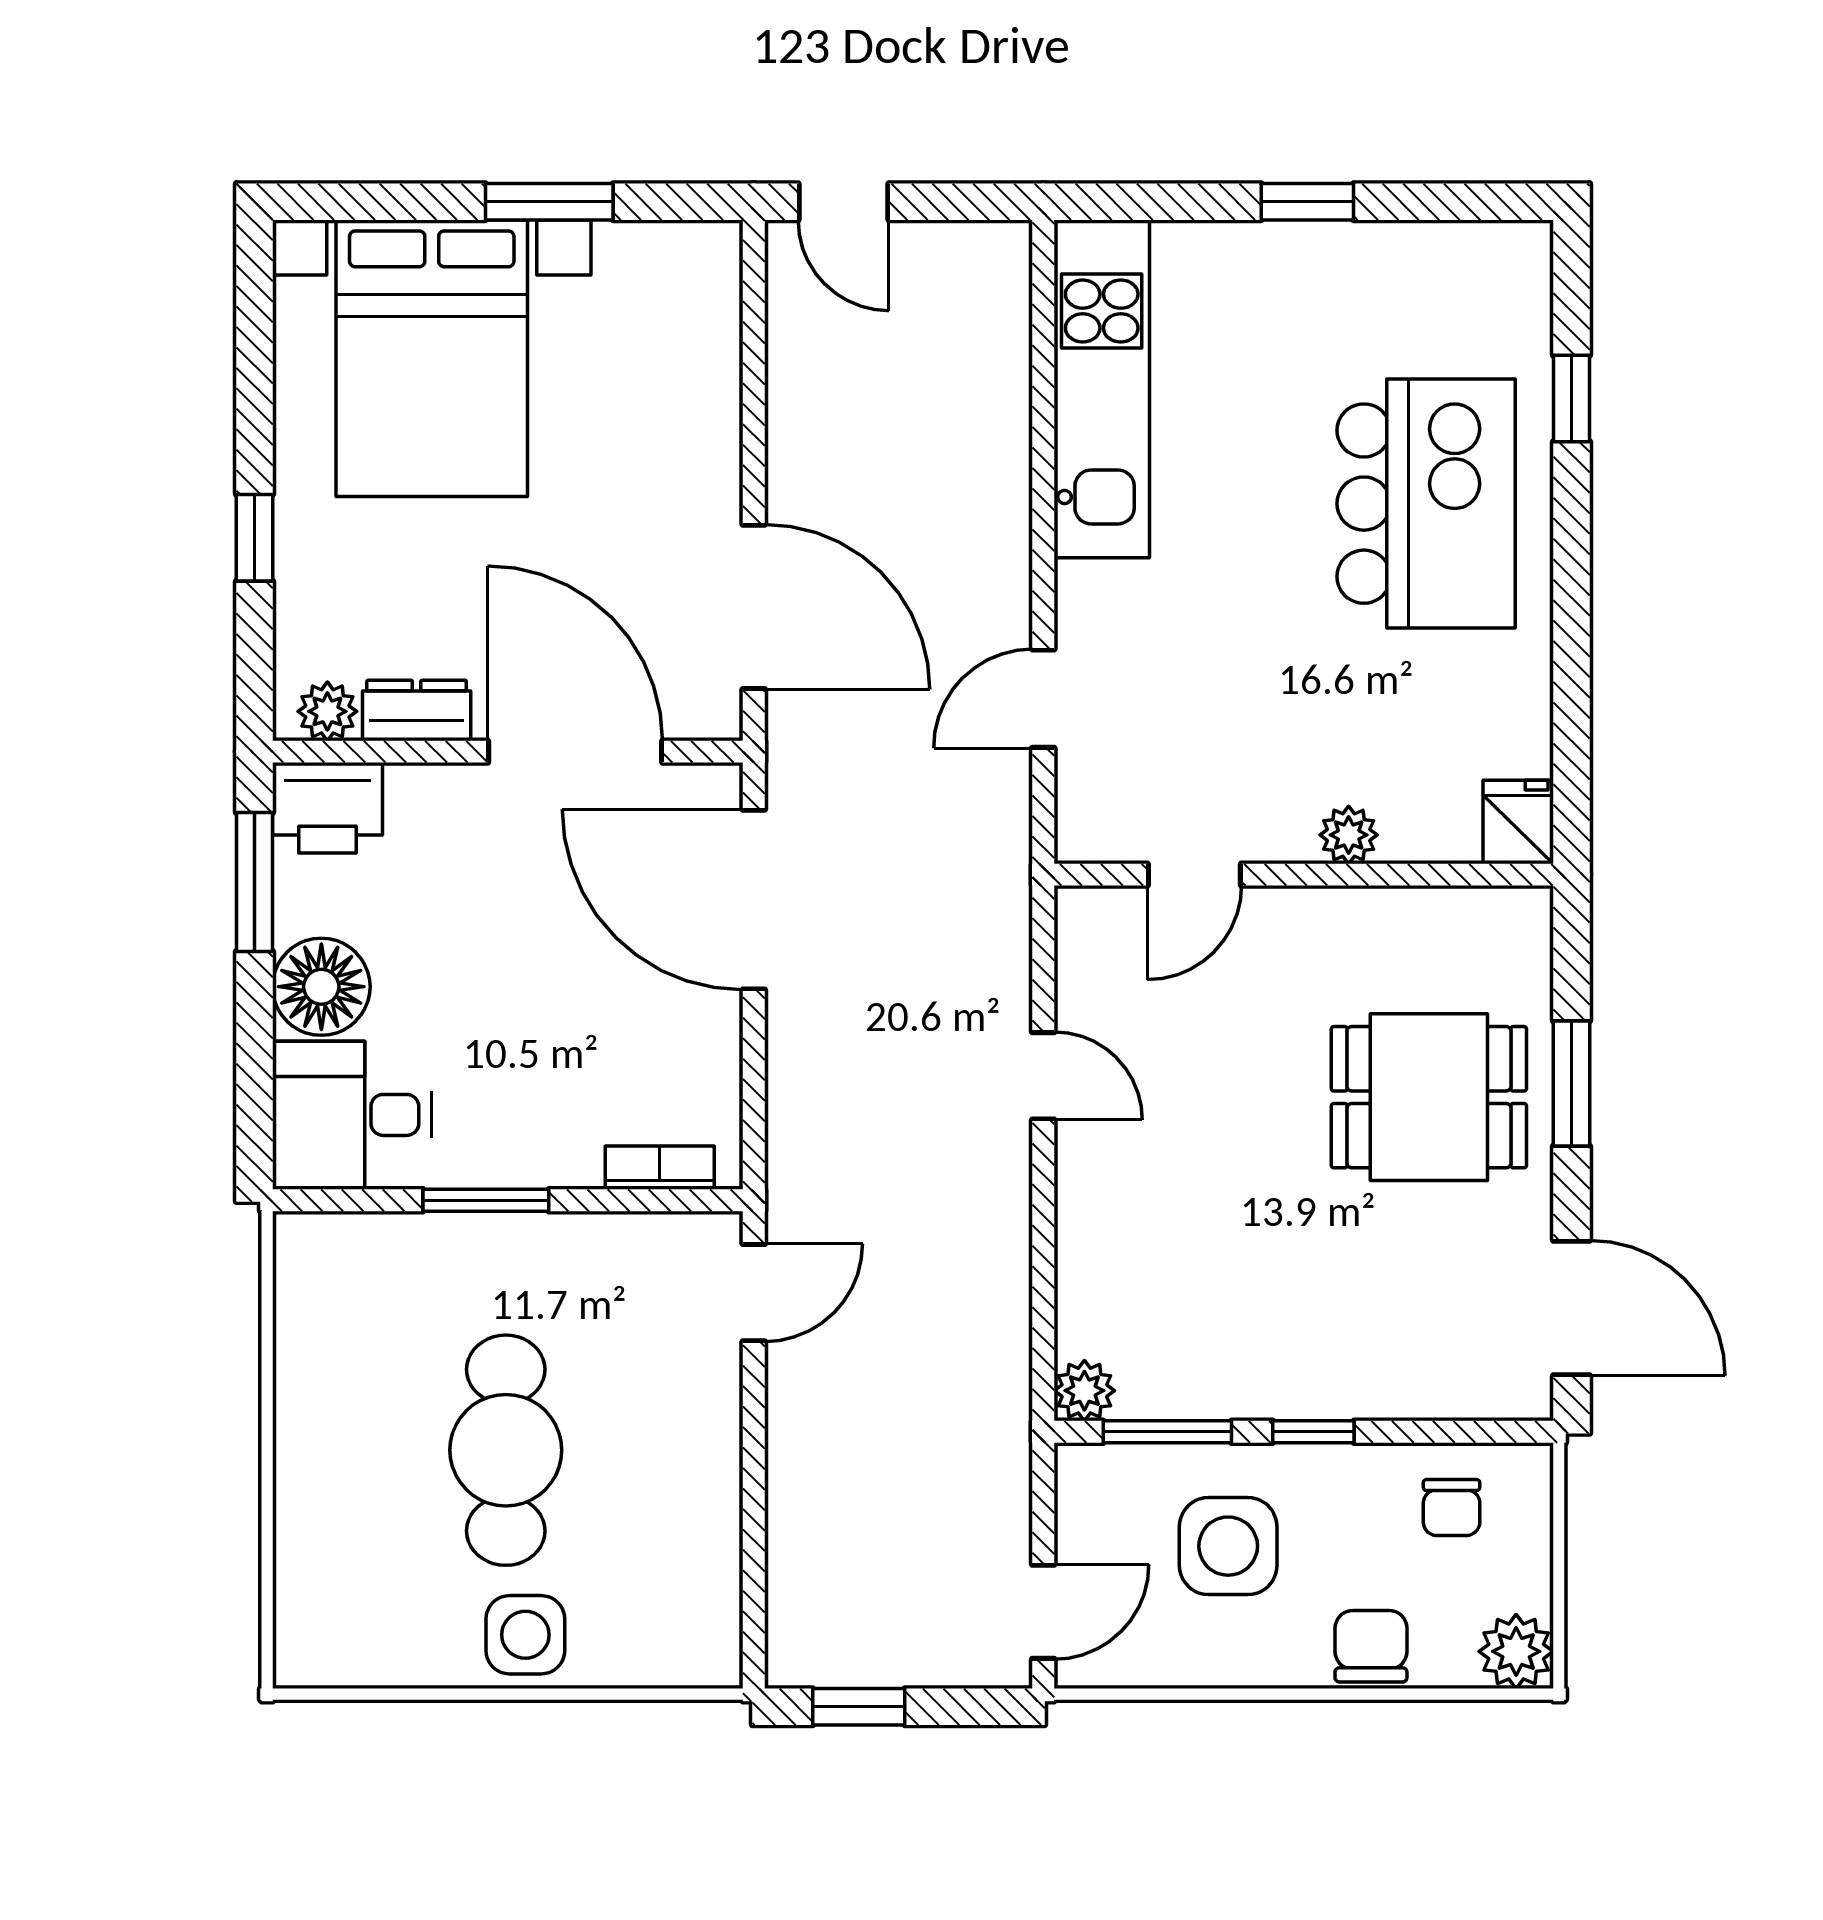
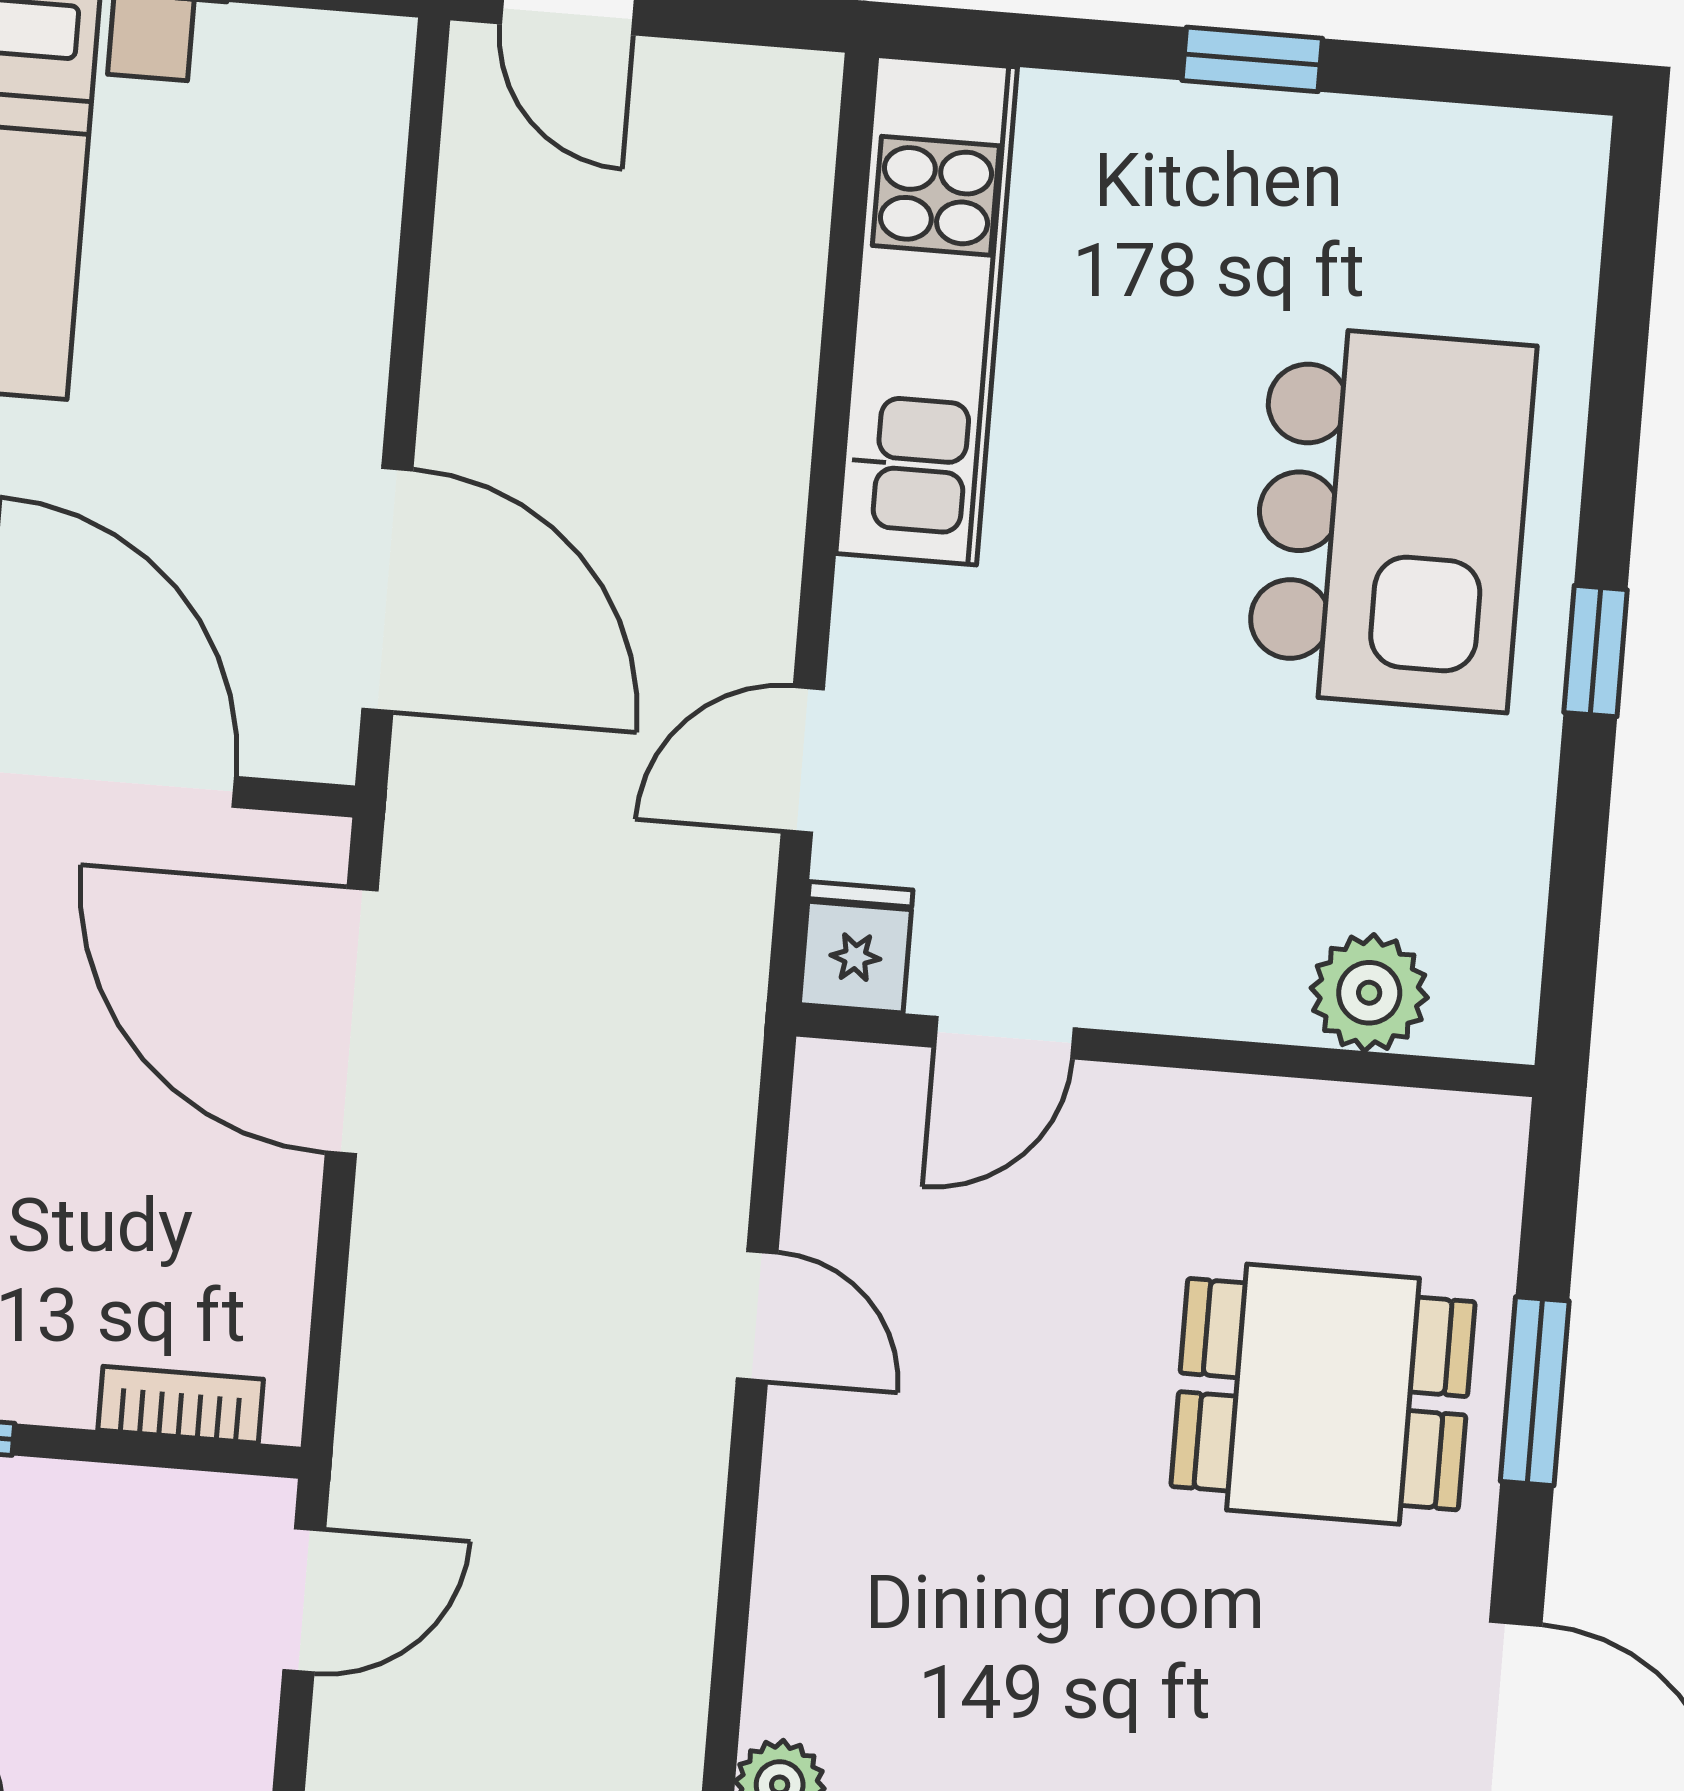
window: (1571, 399) -> (1596, 651), moved
fridge: (1518, 822) -> (856, 947), moved
plant: (1349, 835) -> (1369, 993), moved, width x1.38, depth x1.38

